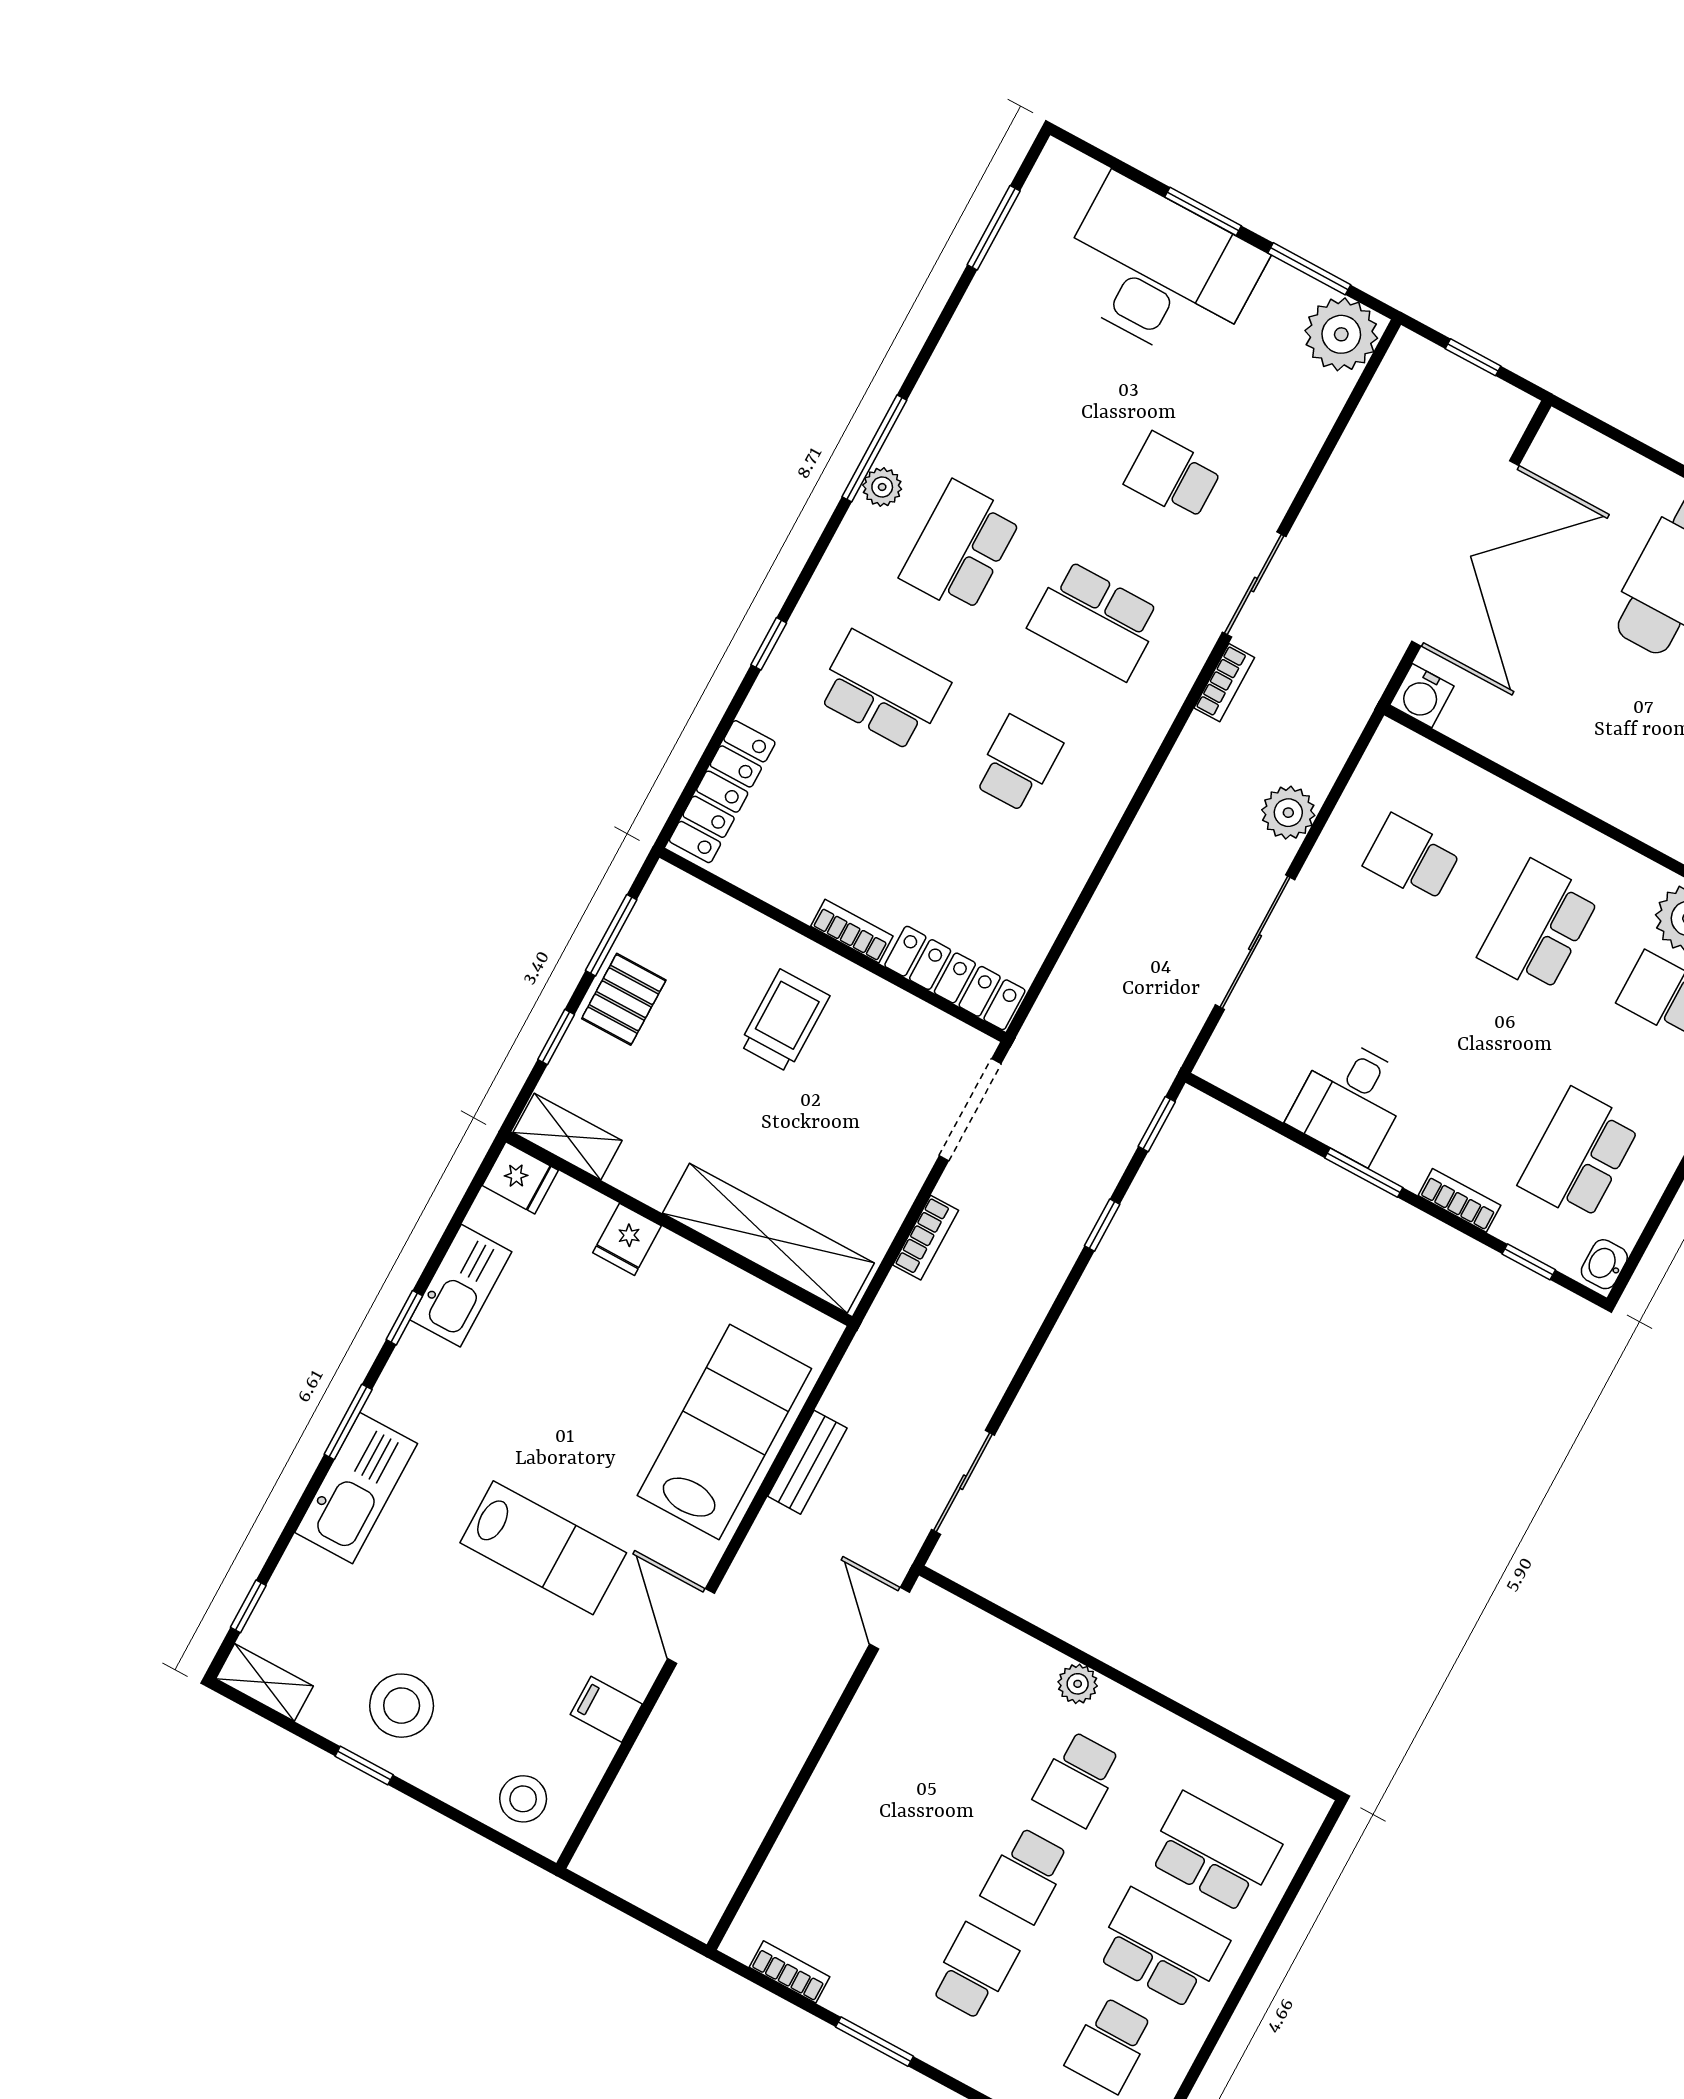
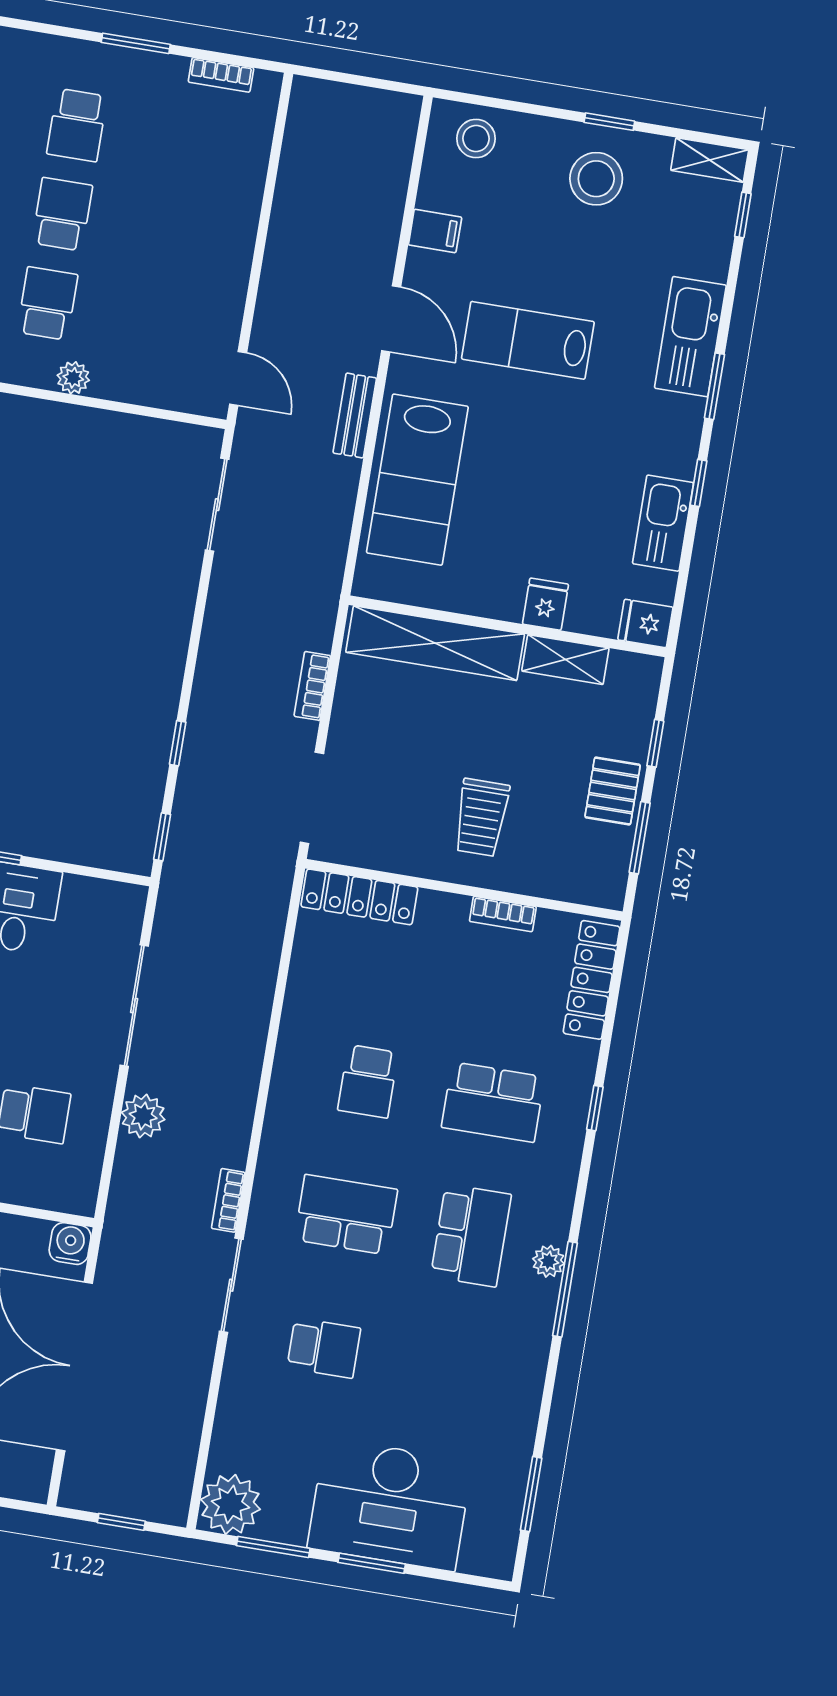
bookcase: (852, 931) -> (503, 914), moved
shelving: (568, 1137) -> (565, 660), moved
bench: (807, 1462) -> (355, 416), moved

